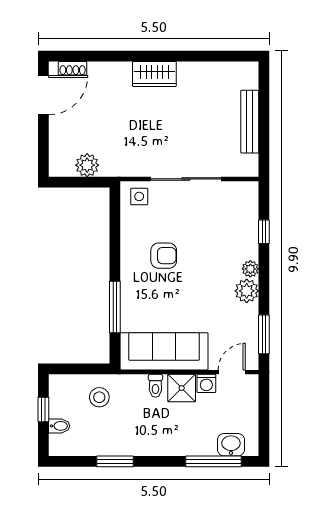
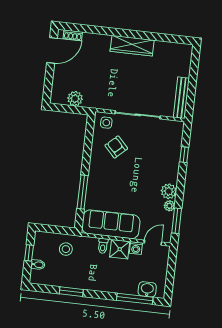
wardrobe: (154, 74) -> (132, 46), width x1.50
bench: (250, 122) -> (181, 98), moved
armchair: (164, 256) -> (116, 147), moved, turned -133
plant: (250, 269) -> (169, 206), moved

